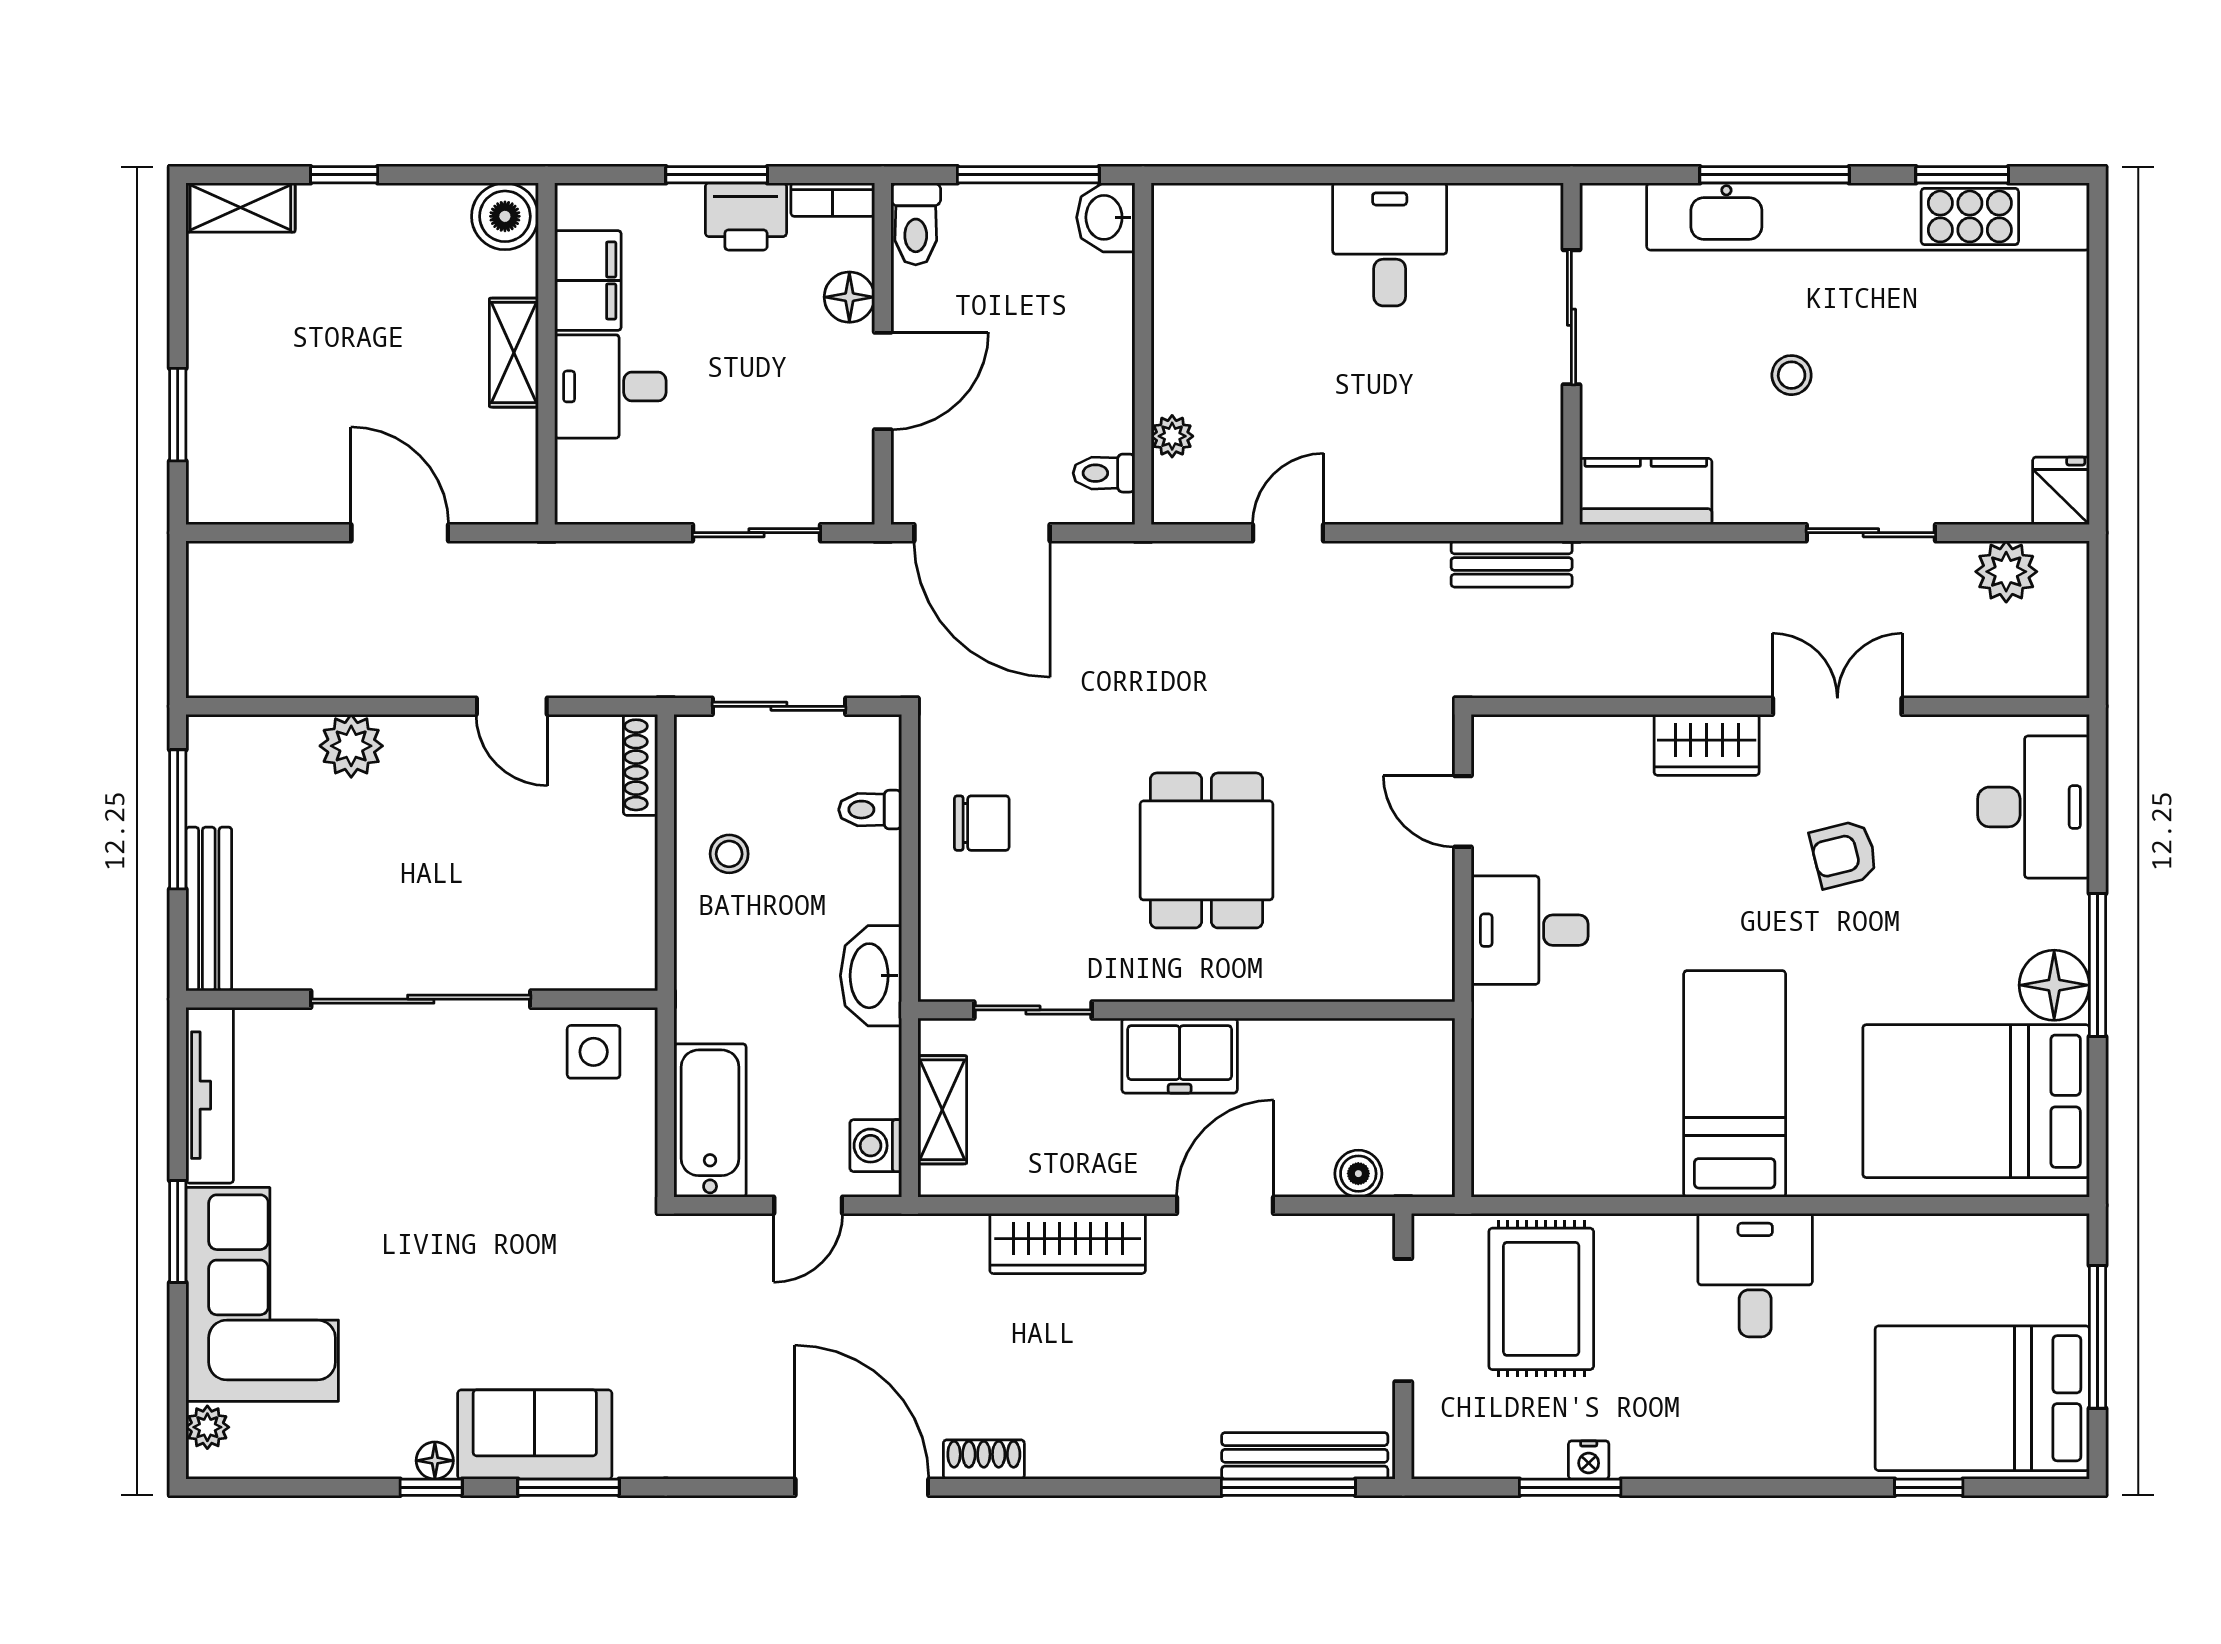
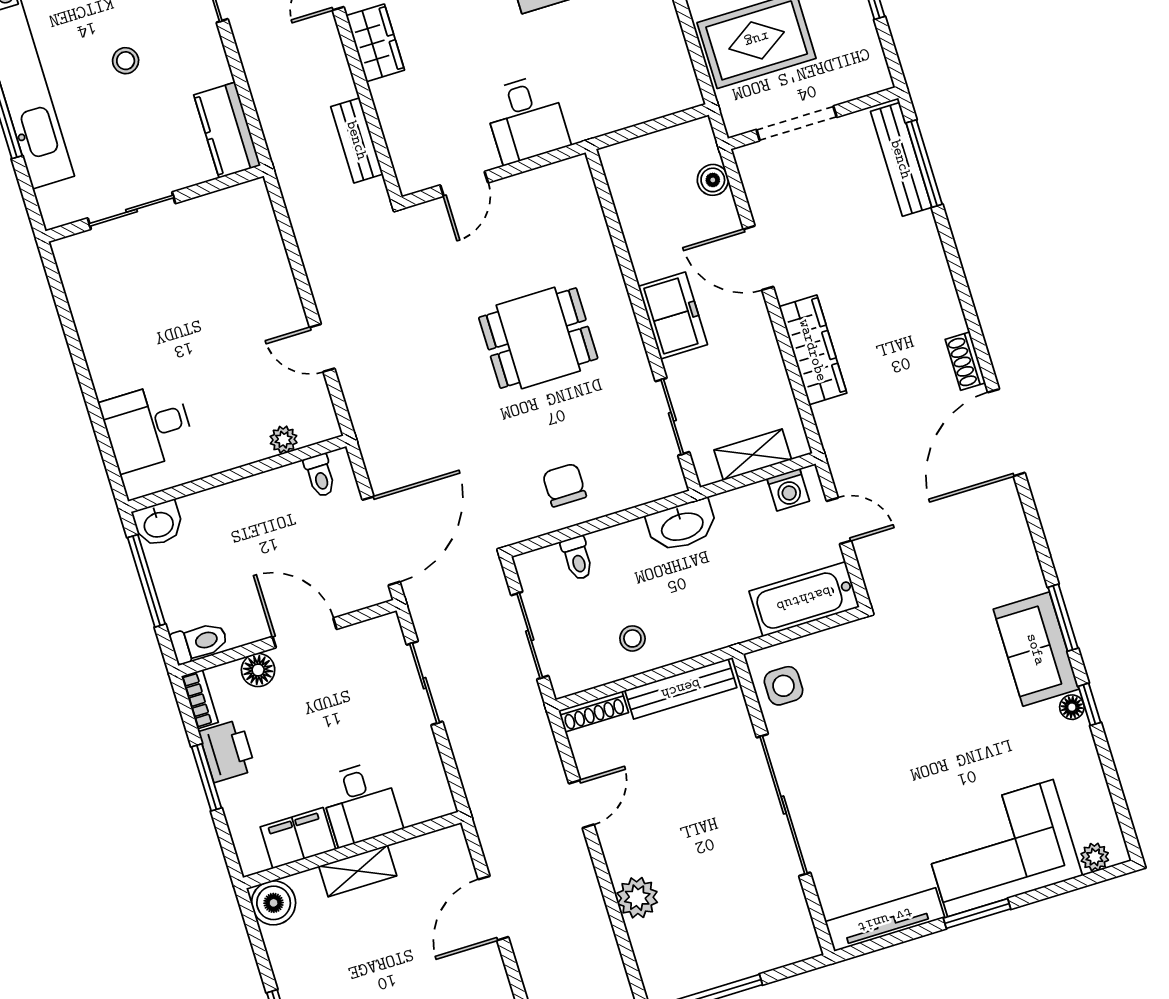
desk: (1390, 244) -> (147, 427), moved
bench: (1512, 564) -> (357, 140), moved
bench: (209, 909) -> (681, 689), moved

